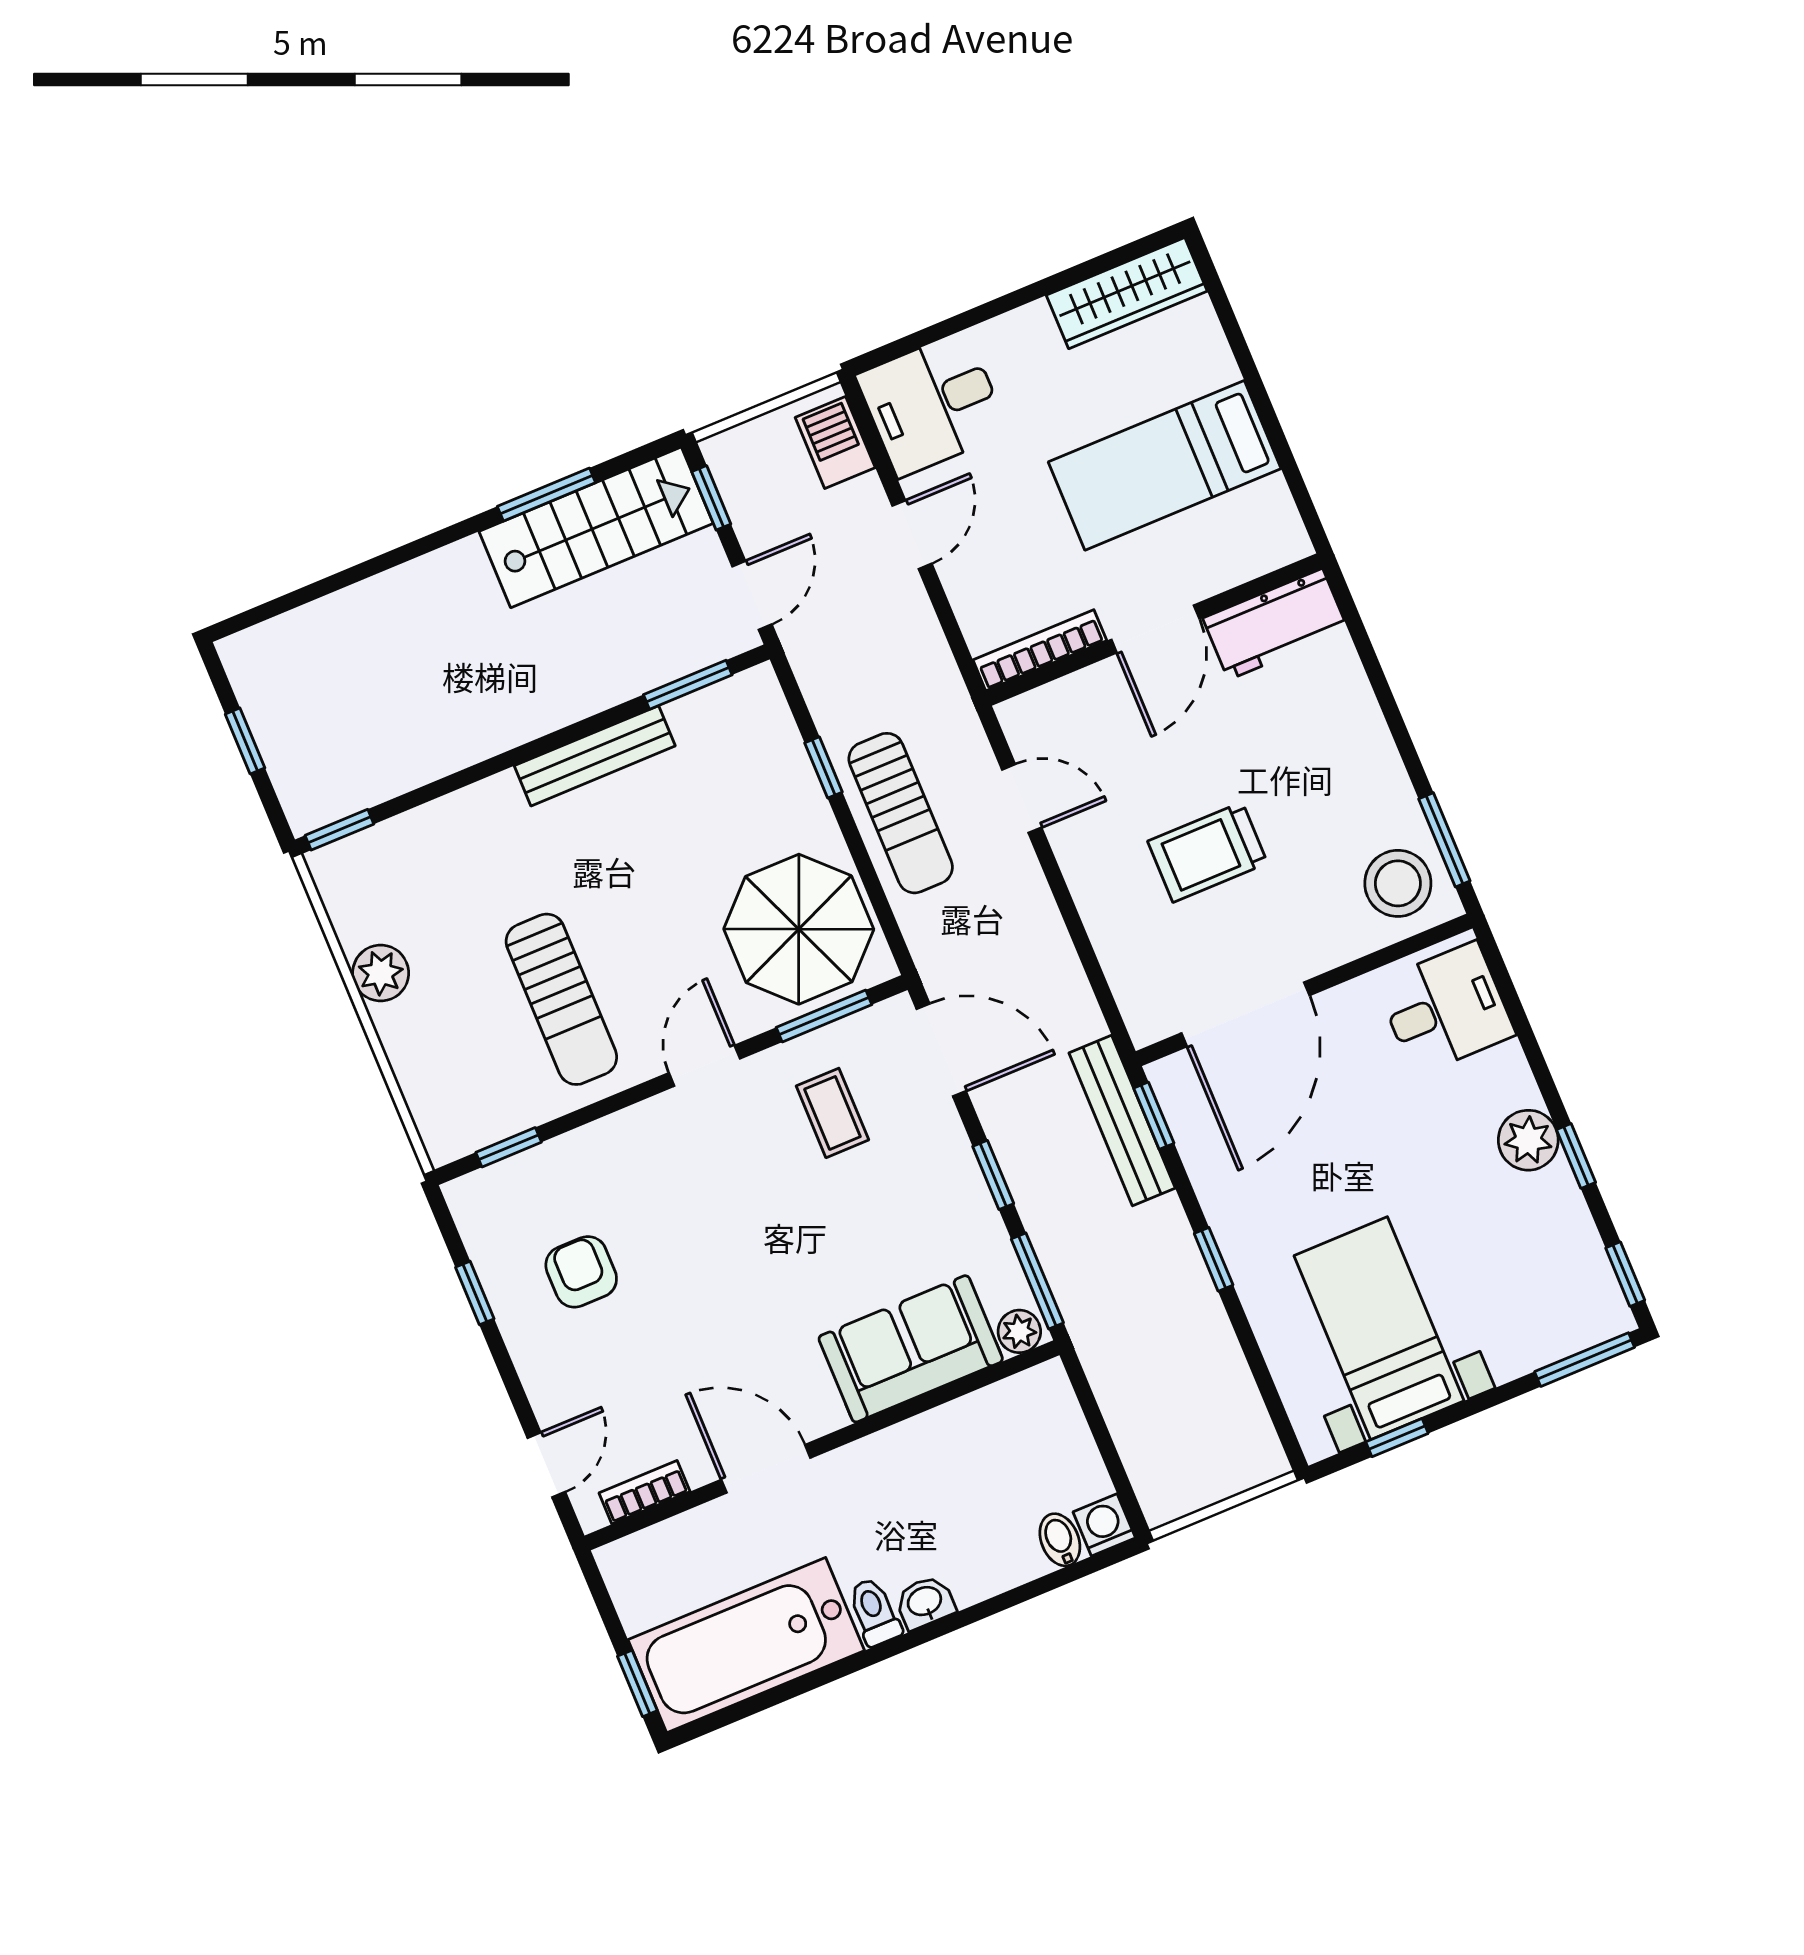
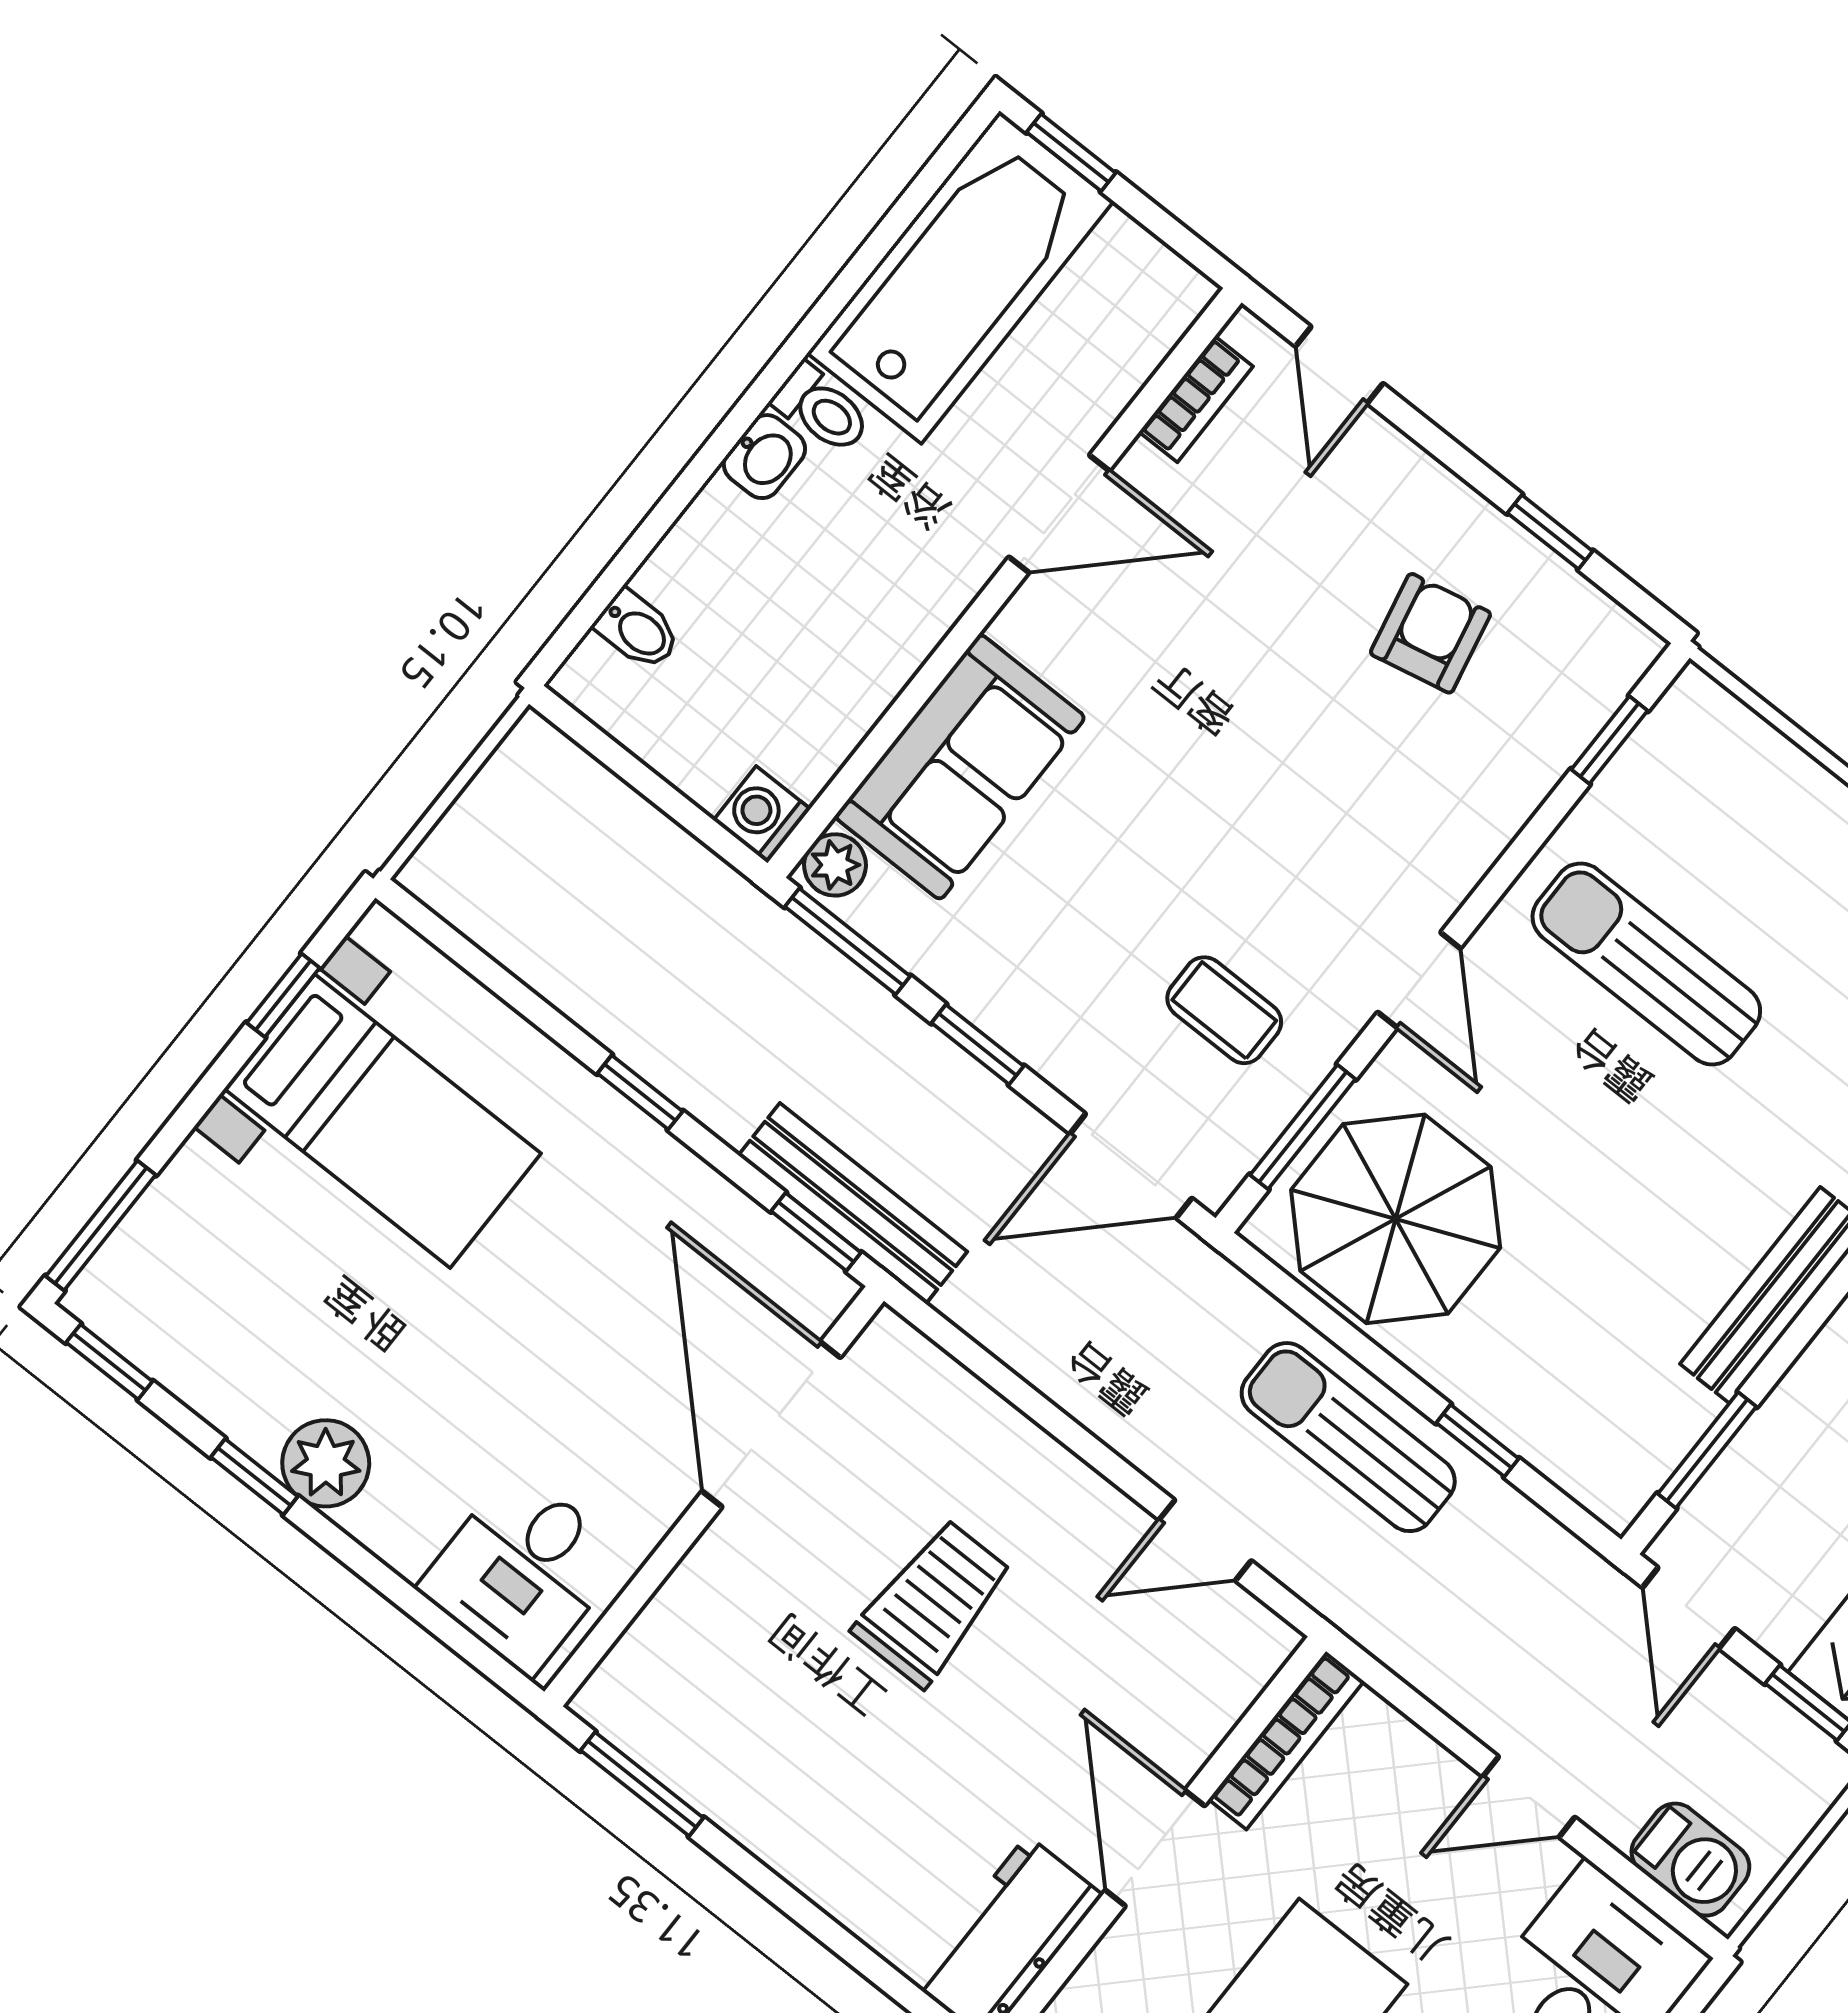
door: (912, 535) -> (1529, 1797), hinge flipped
stool: (1398, 883) -> (670, 1697), removed
armchair: (581, 1272) -> (1430, 633), turned -102
washing machine: (1104, 1525) -> (762, 815), moved, turned 180

